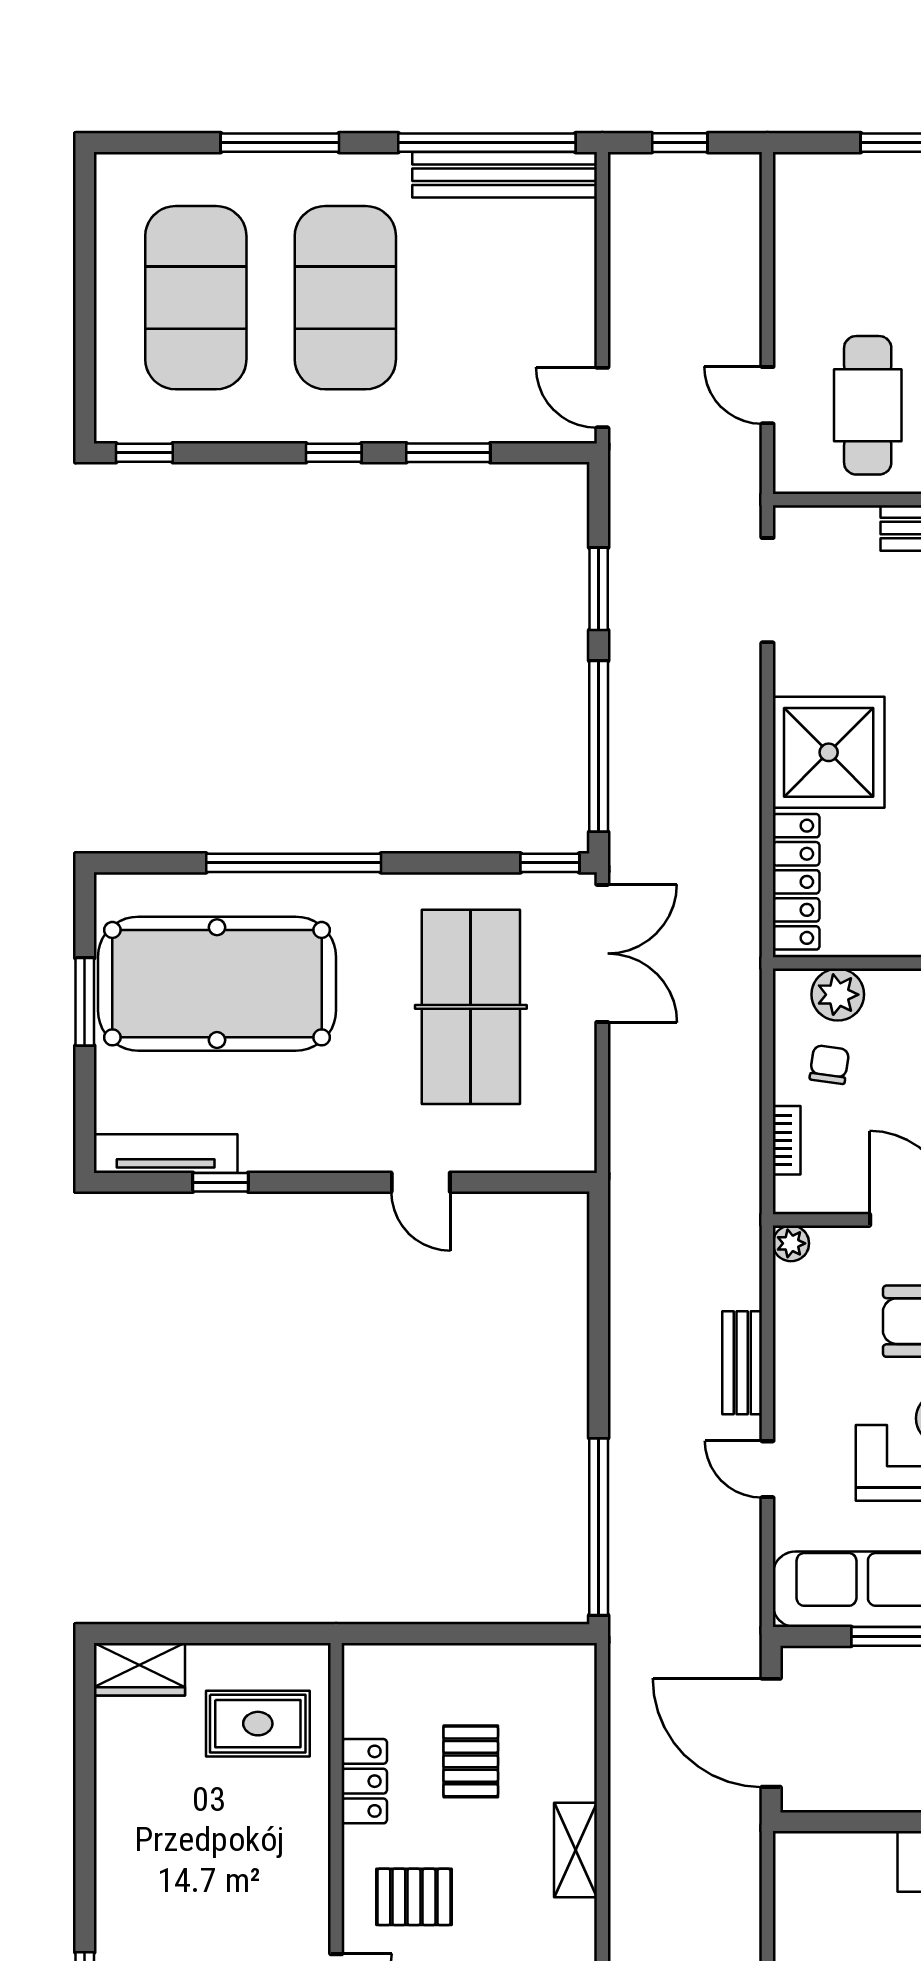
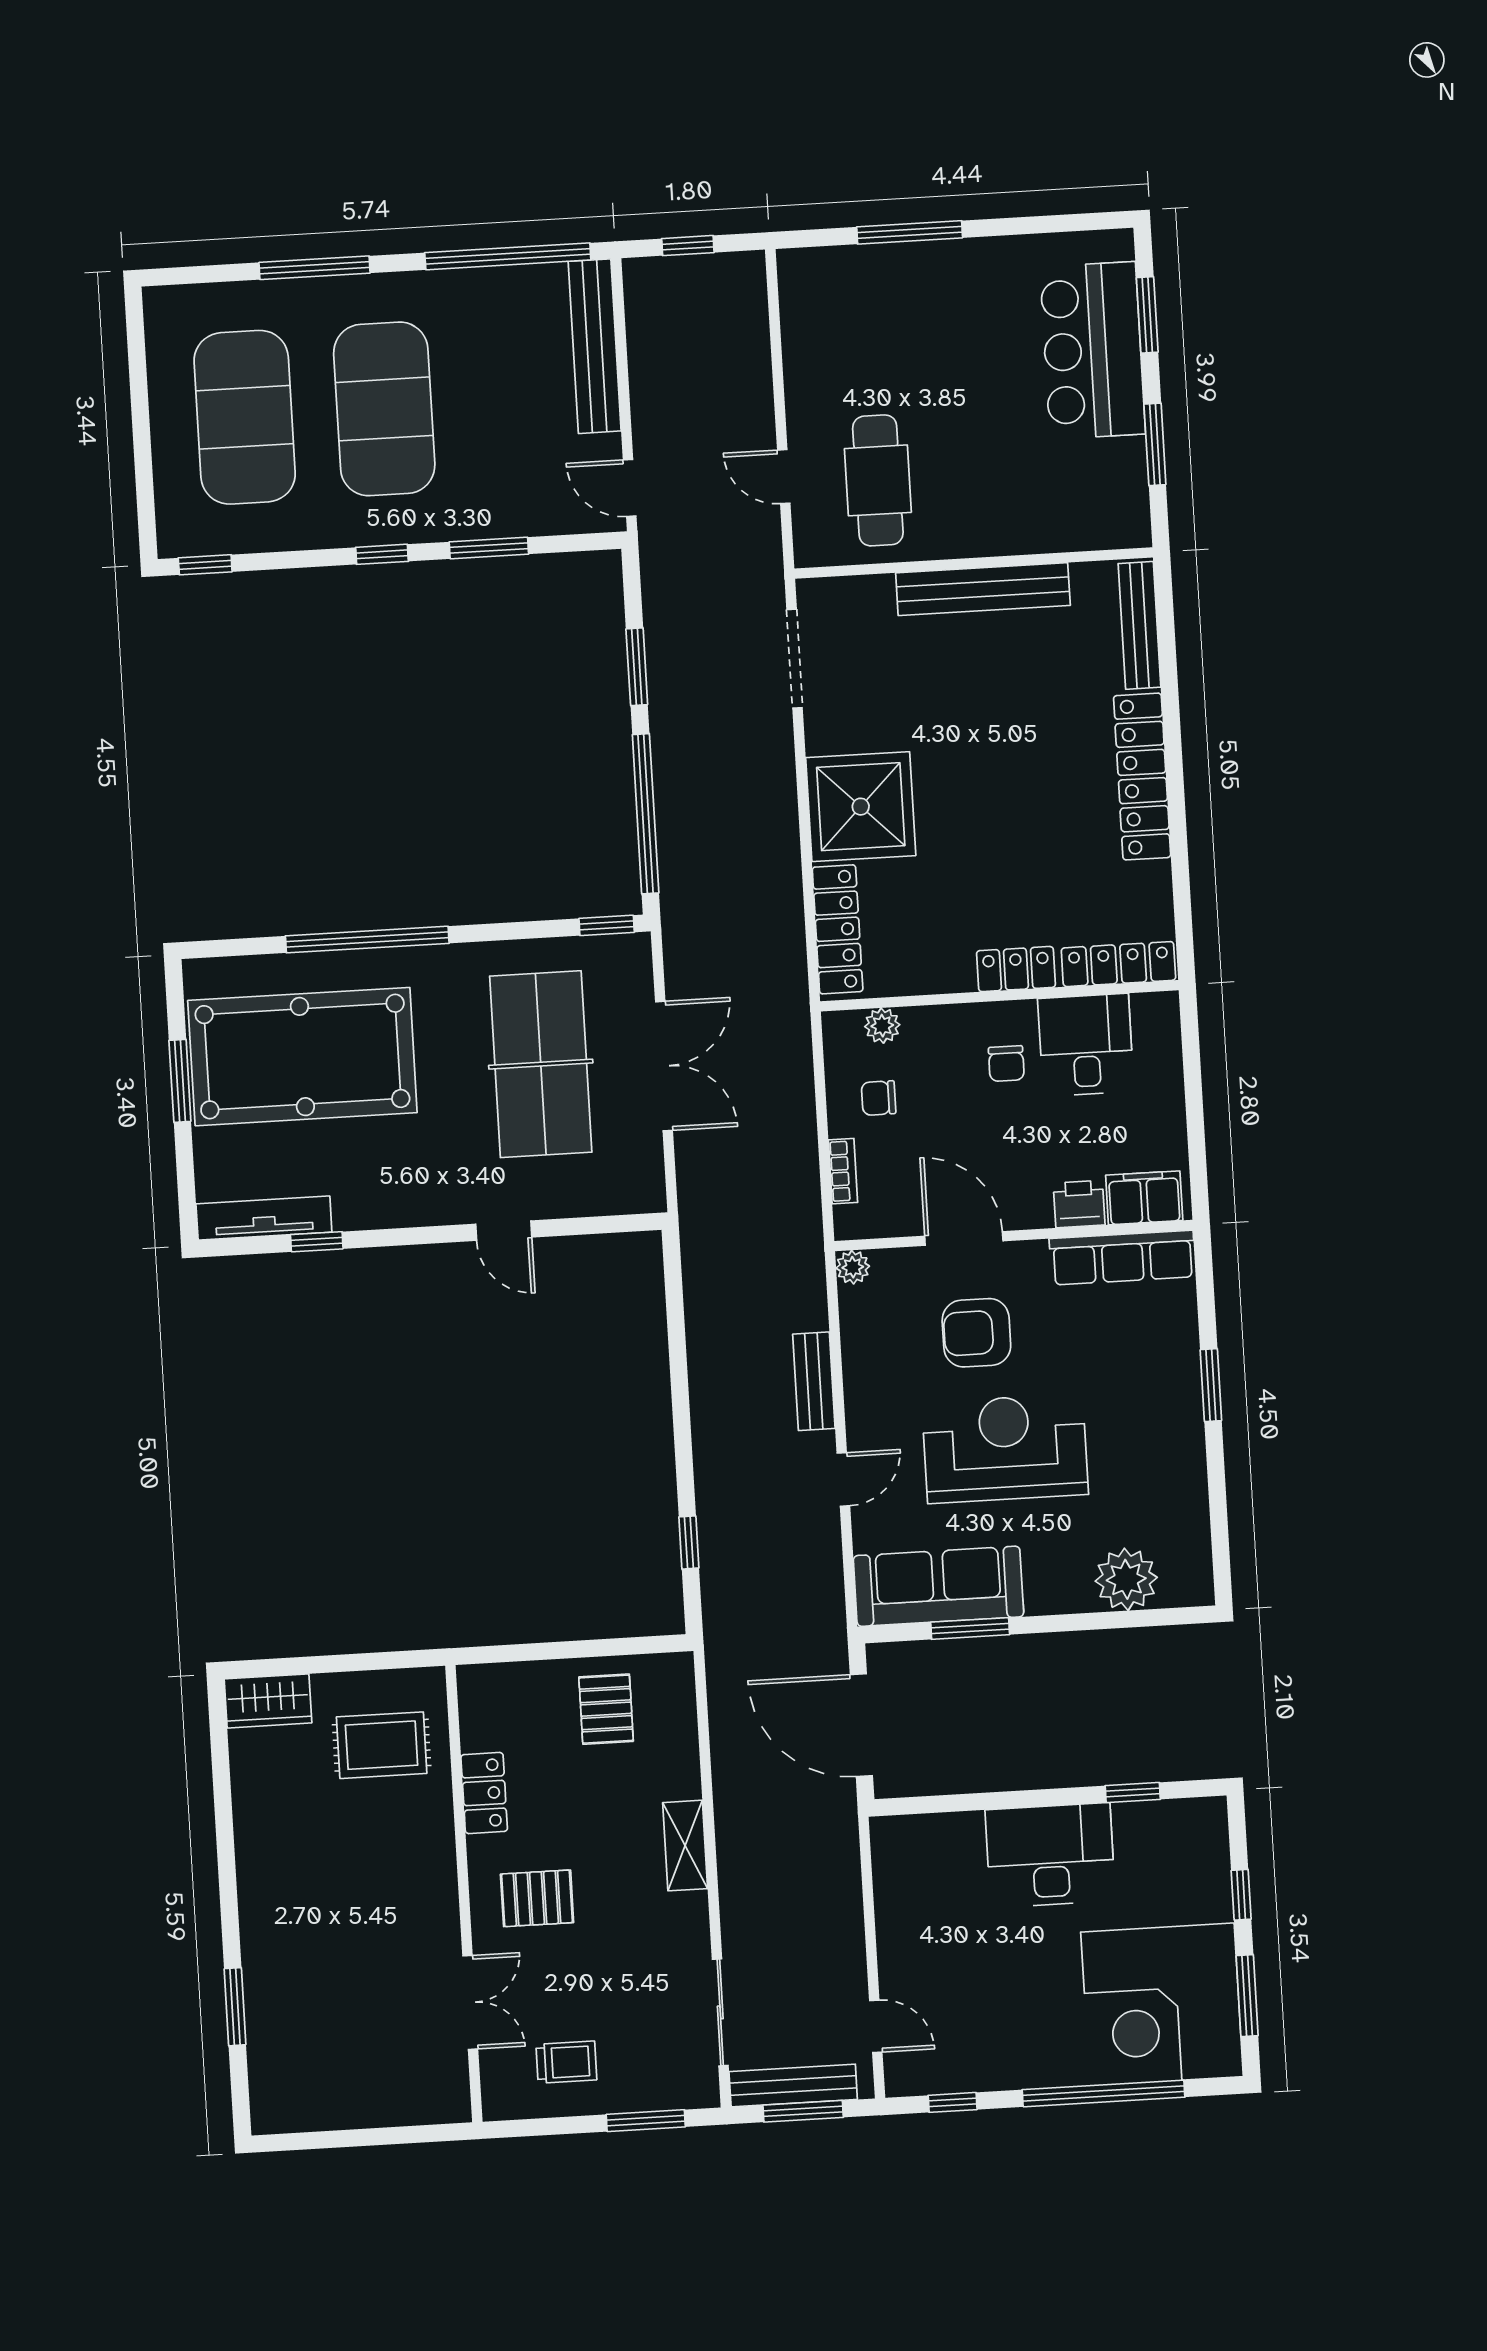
bench: (505, 175) -> (595, 346), moved, turned 90
double door: (602, 953) -> (664, 1066), moved
plant: (838, 995) -> (882, 1026), width x0.73, depth x0.73
chair: (829, 1064) -> (879, 1098), turned -98
door: (767, 1469) -> (843, 1479), swing flipped
window: (599, 1527) -> (689, 1542), width x0.32
pallet: (471, 1761) -> (606, 1709), moved

